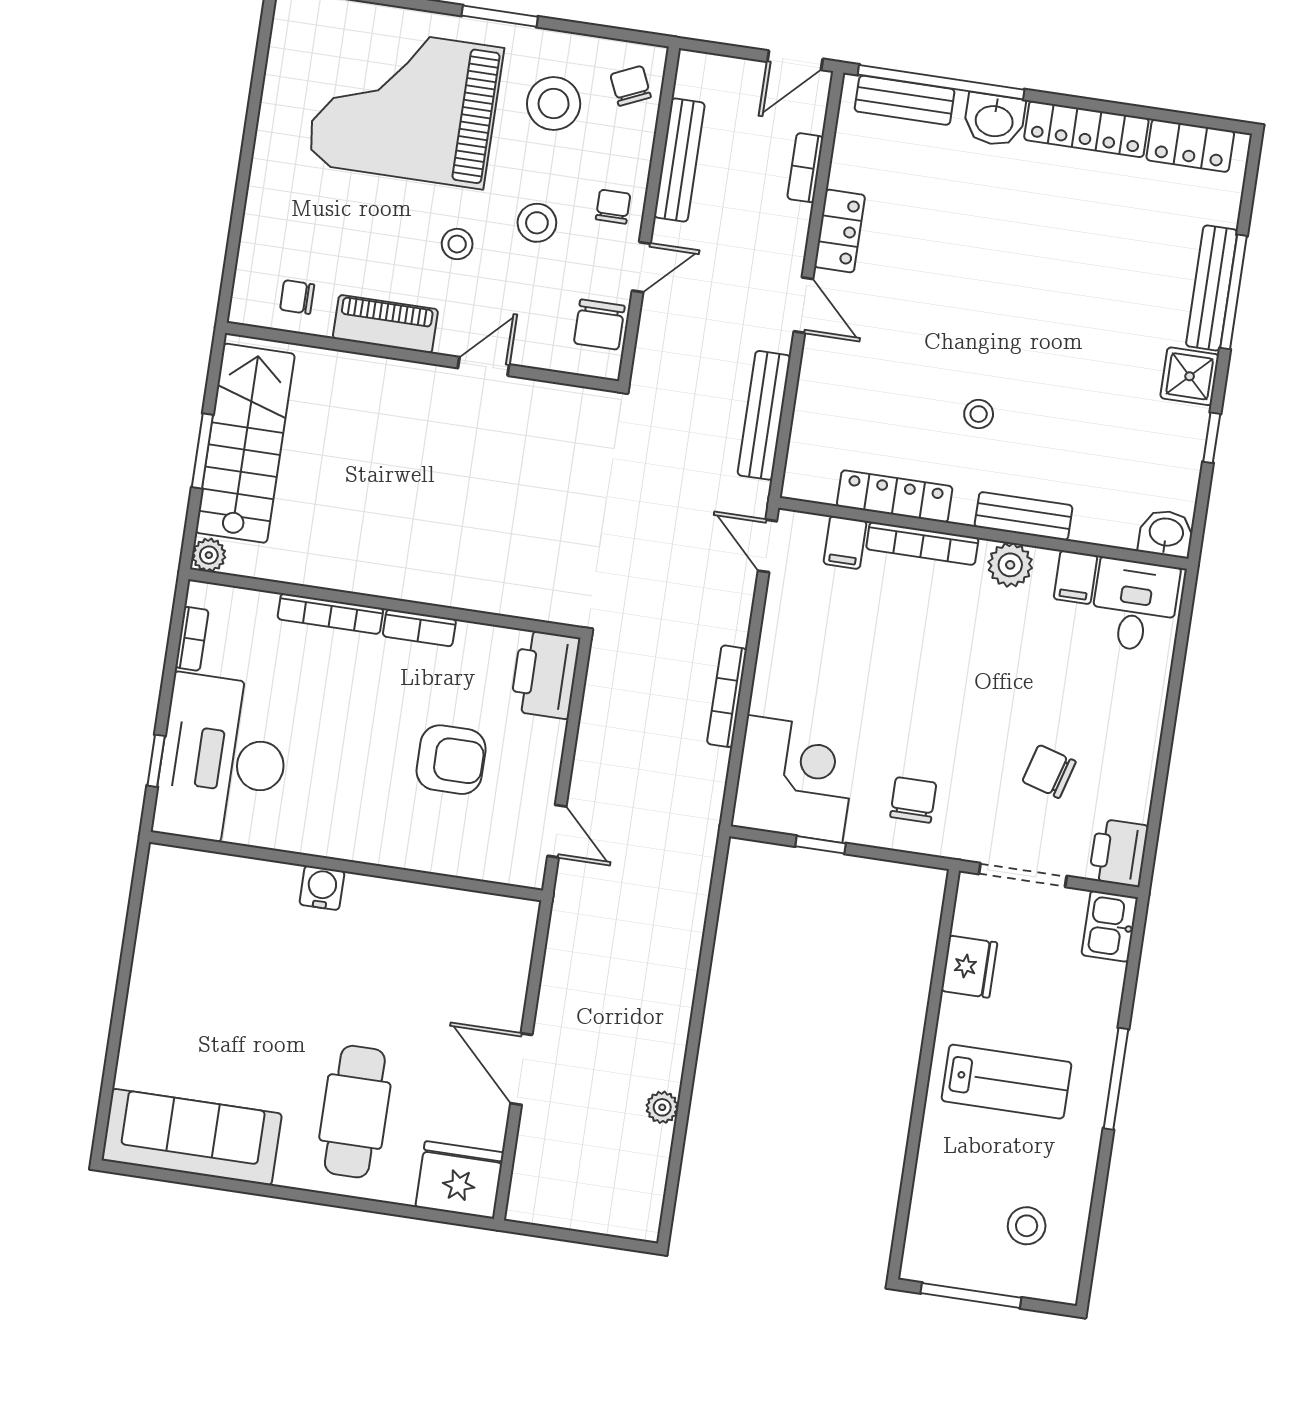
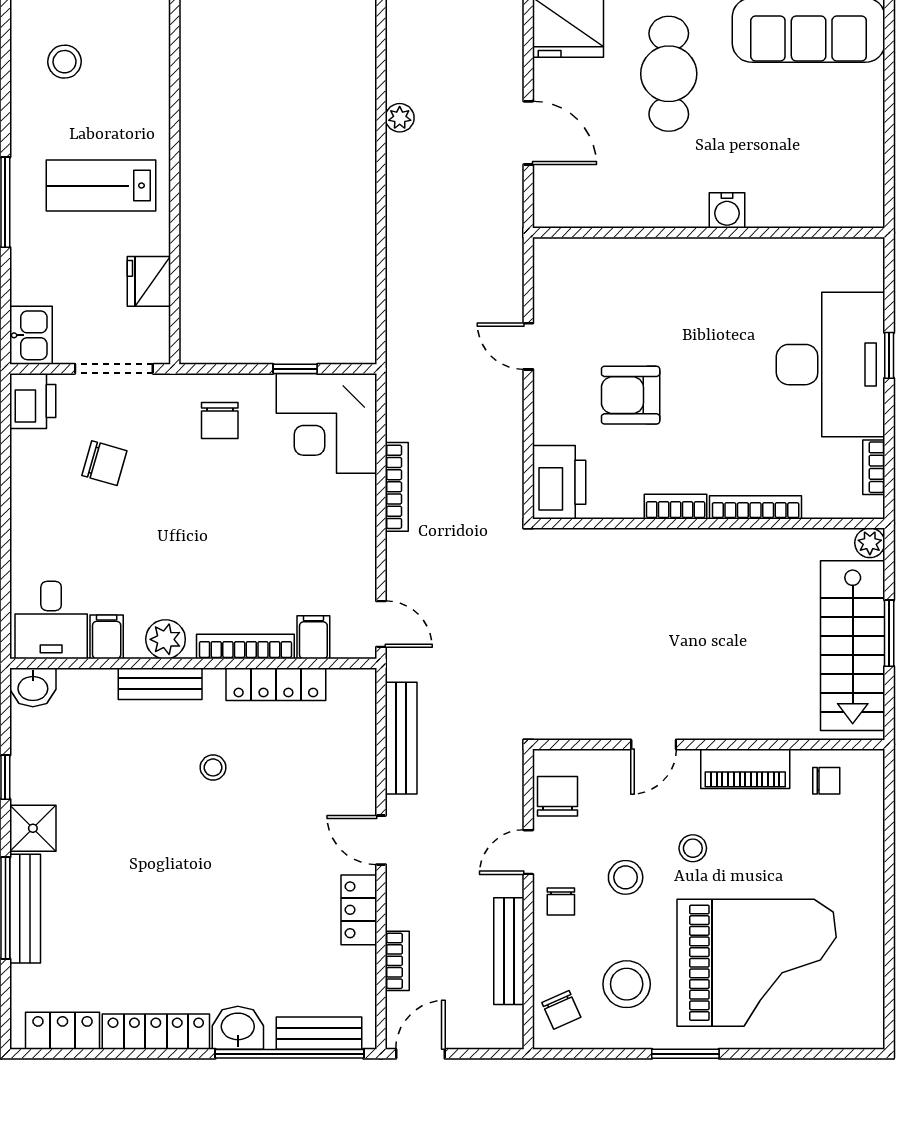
wall: (346, 866) -> (709, 233), moved
water cooler: (322, 888) -> (727, 210), moved

